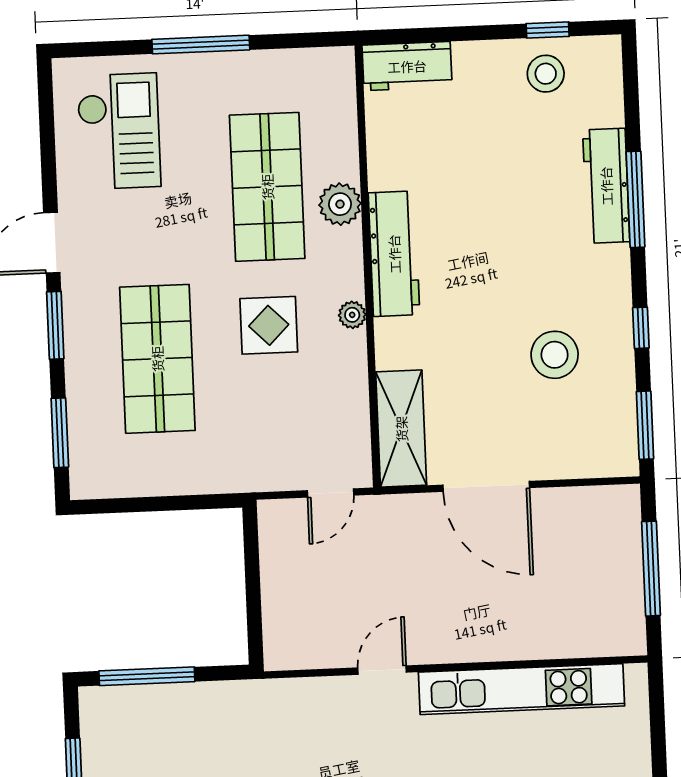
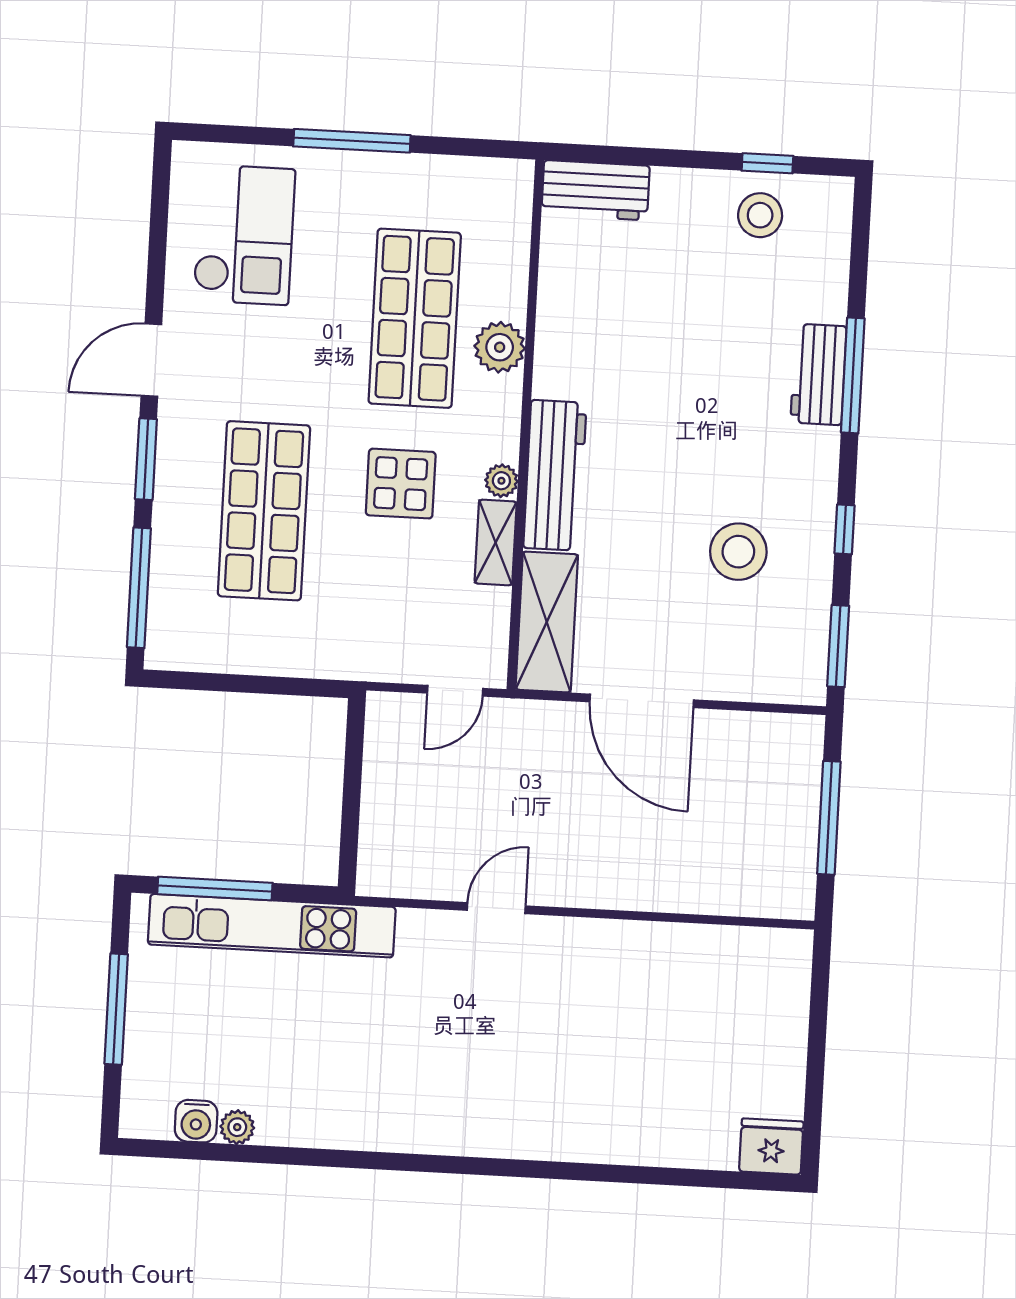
workbench: (606, 186) -> (818, 374), width x0.73
workbench: (394, 254) -> (555, 475), moved
shelving: (352, 367) -> (496, 542), added
window: (60, 433) -> (139, 588), width x1.44
kitchen unit: (521, 689) -> (272, 926), moved

